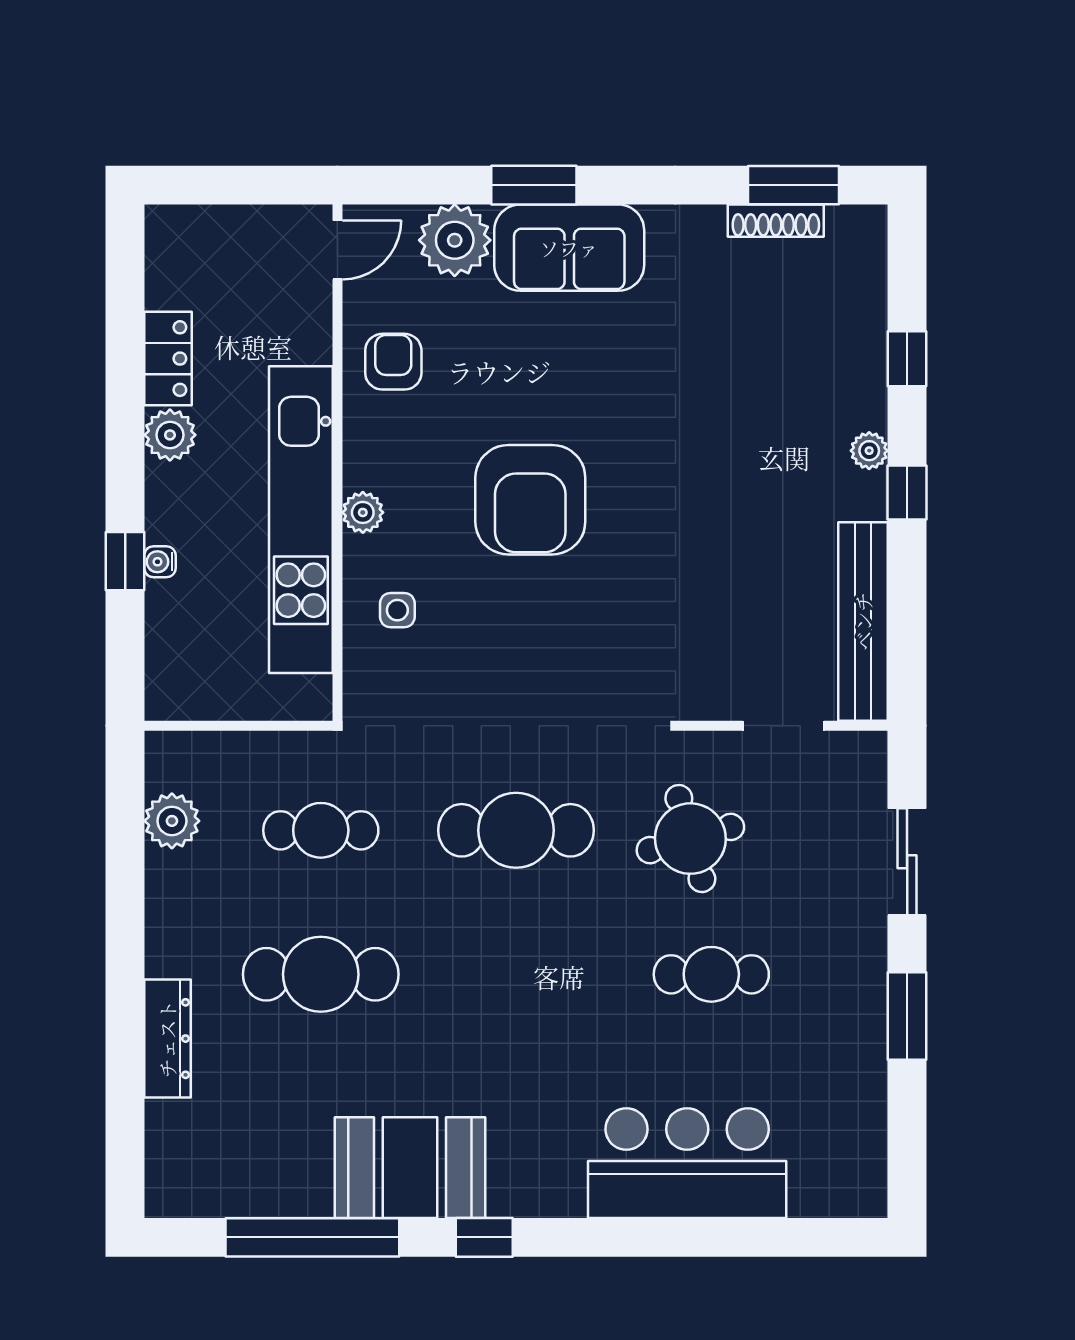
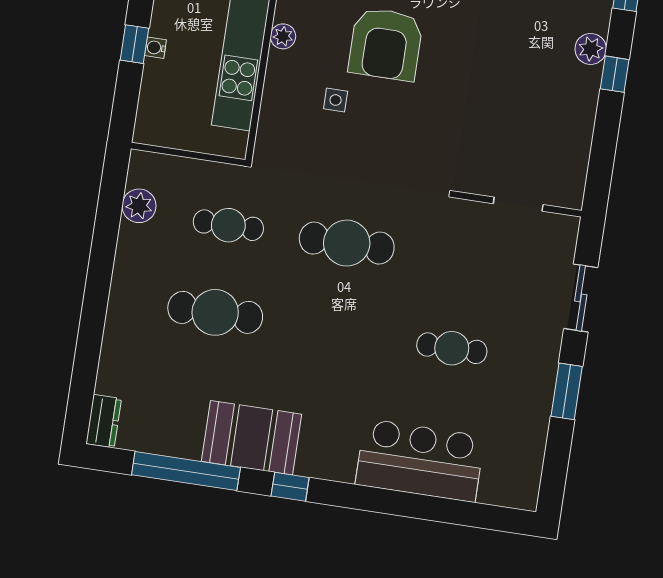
plant: (869, 451) -> (591, 49), width x1.38, depth x1.38
side table: (397, 610) -> (336, 100), moved
bench: (863, 621) -> (576, 148), removed
round table: (690, 839) -> (452, 264), removed
dresser: (167, 1039) -> (104, 421), moved, width x0.70

